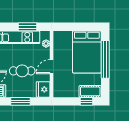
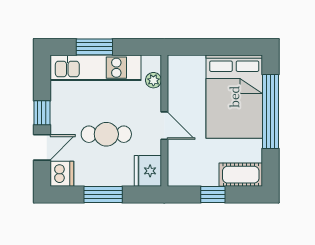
window: (28, 27) -> (94, 47), moved
door: (52, 67) -> (164, 126), swing flipped
window: (86, 101) -> (213, 195), moved

